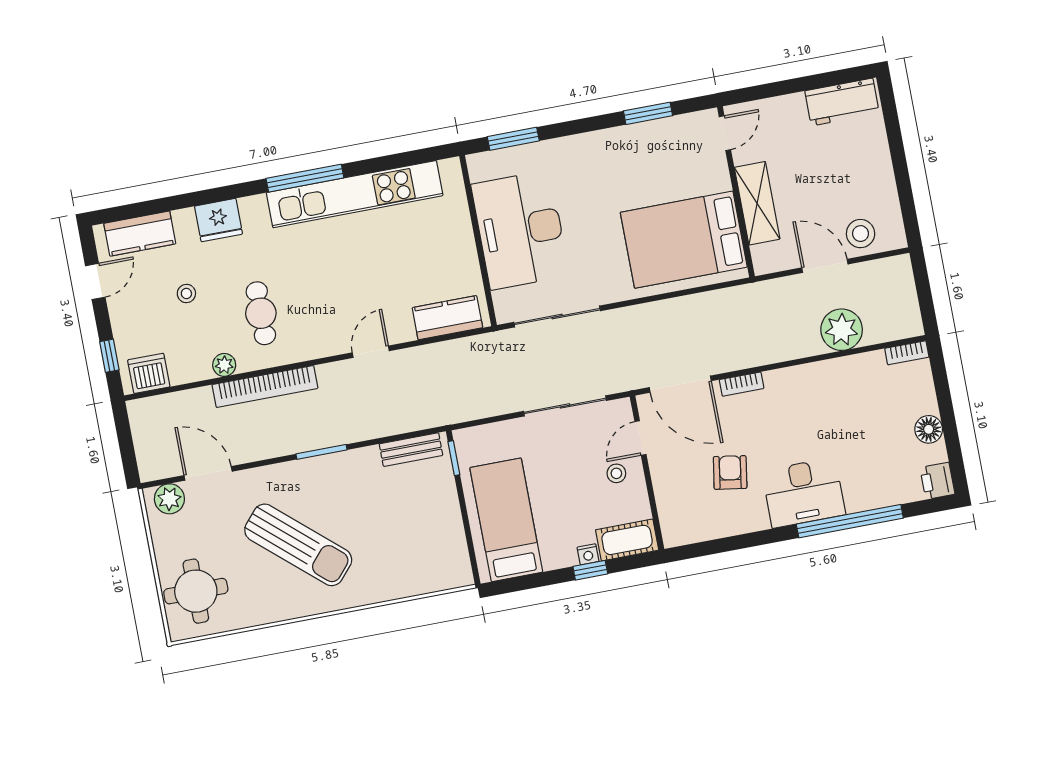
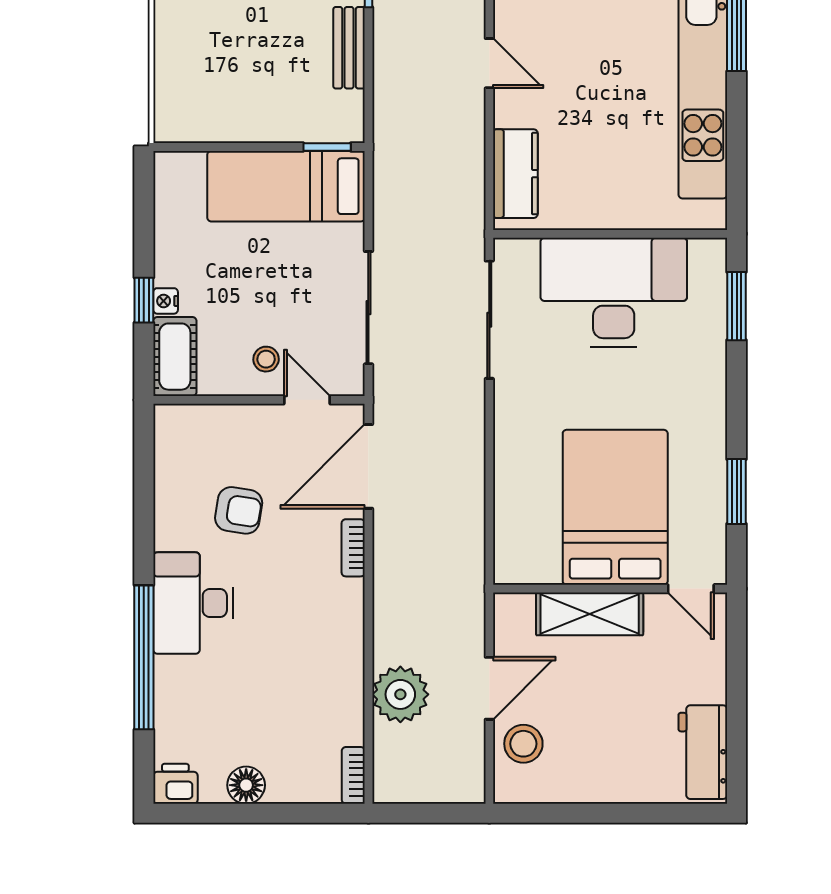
bed: (684, 240) -> (615, 507), moved
bench: (411, 450) -> (349, 48), moved
bed: (506, 520) -> (286, 186), moved, turned 180

